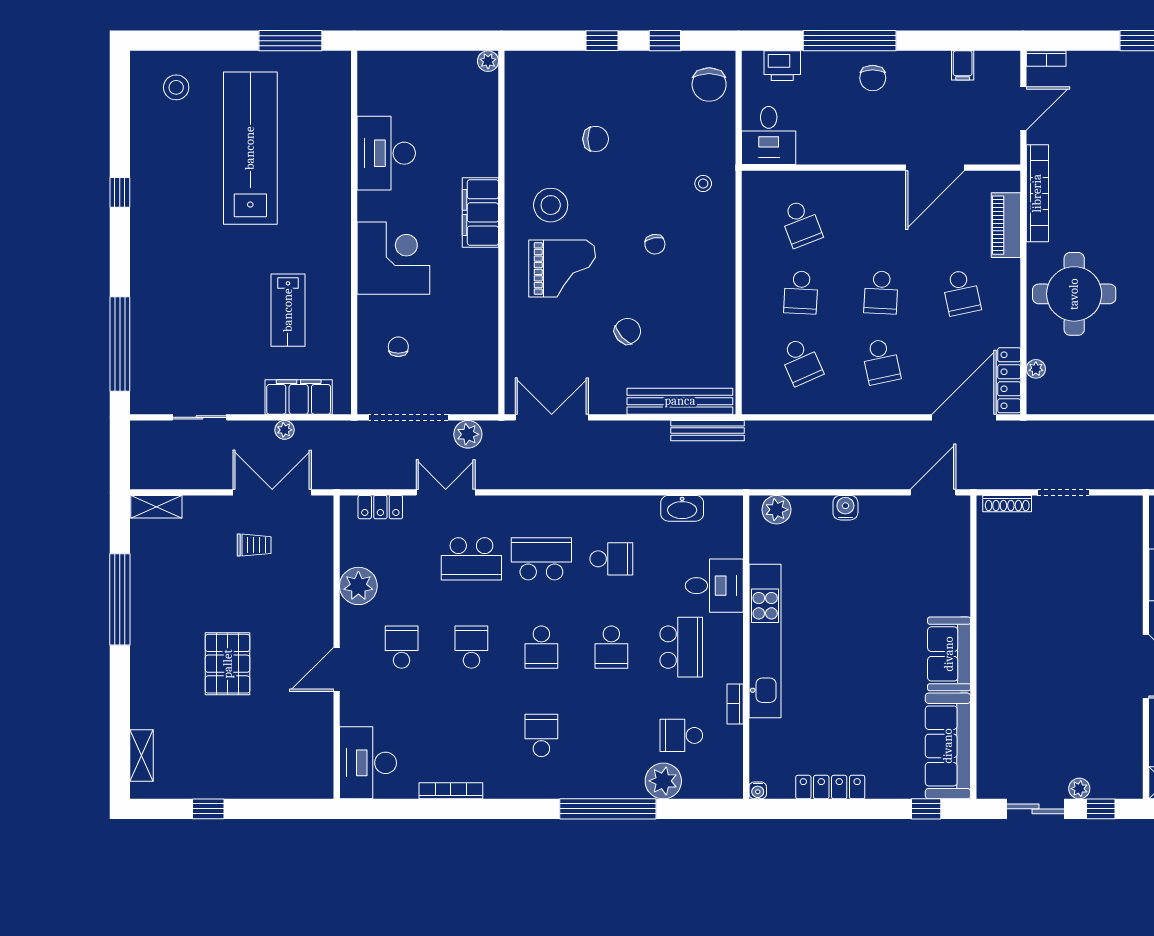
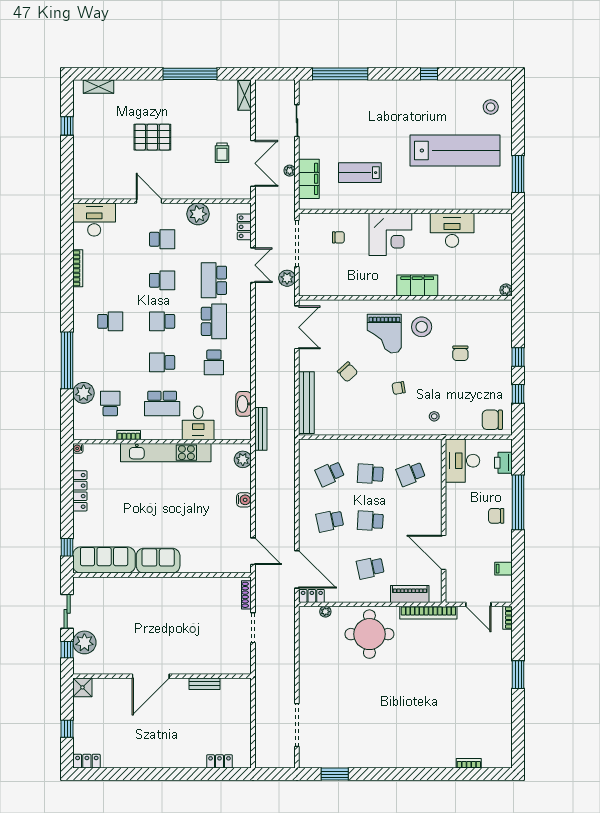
desk: (769, 135) -> (462, 461), width x1.37
locker: (1009, 380) -> (312, 596), width x0.66
bench: (708, 431) -> (261, 429), moved
plant: (1079, 789) -> (84, 642), width x1.87, depth x1.87

